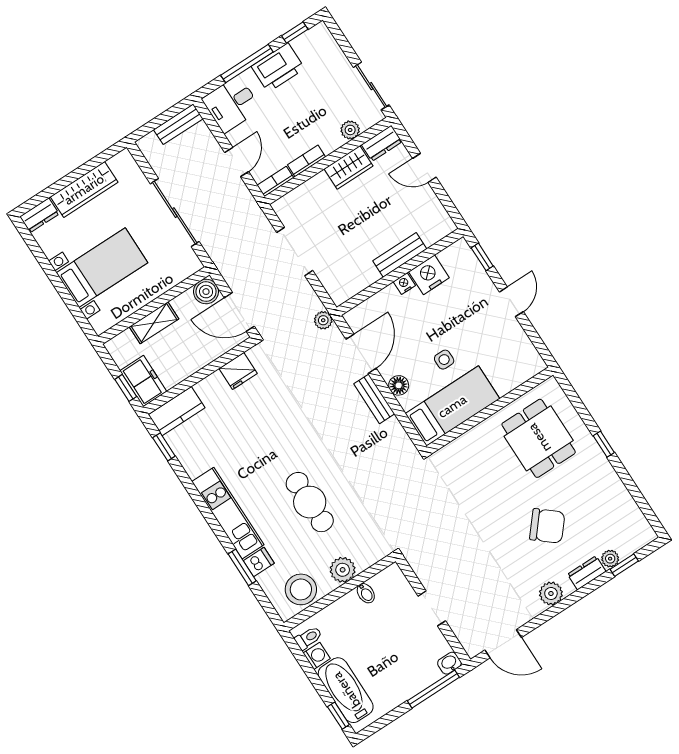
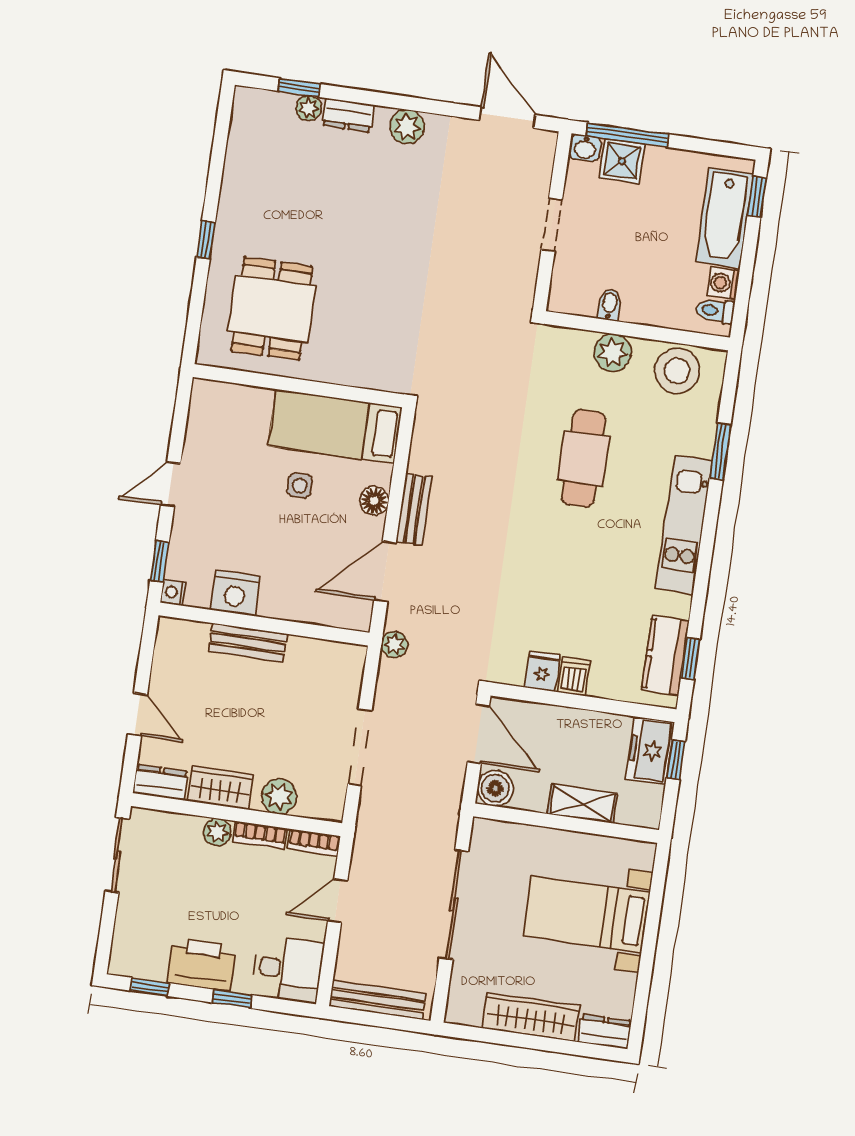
window: (247, 64) -> (232, 999), width x0.46
bench: (178, 124) -> (378, 1000), width x1.36
plant: (350, 130) -> (217, 832), moved
plant: (314, 189) -> (279, 796), added
nightstand: (404, 284) -> (173, 592), moved, turned 90
fridge: (238, 371) -> (542, 671), width x0.72
kitchen counter: (177, 411) -> (665, 655), moved, turned -90
chair: (547, 526) -> (346, 204), removed
dishwasher: (259, 562) -> (574, 676), moved, turned 90
shower: (424, 673) -> (622, 161), added

